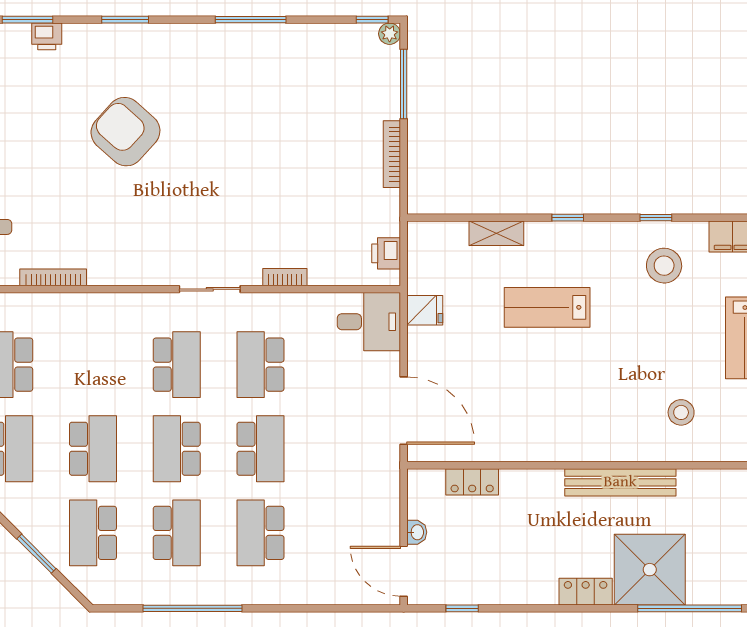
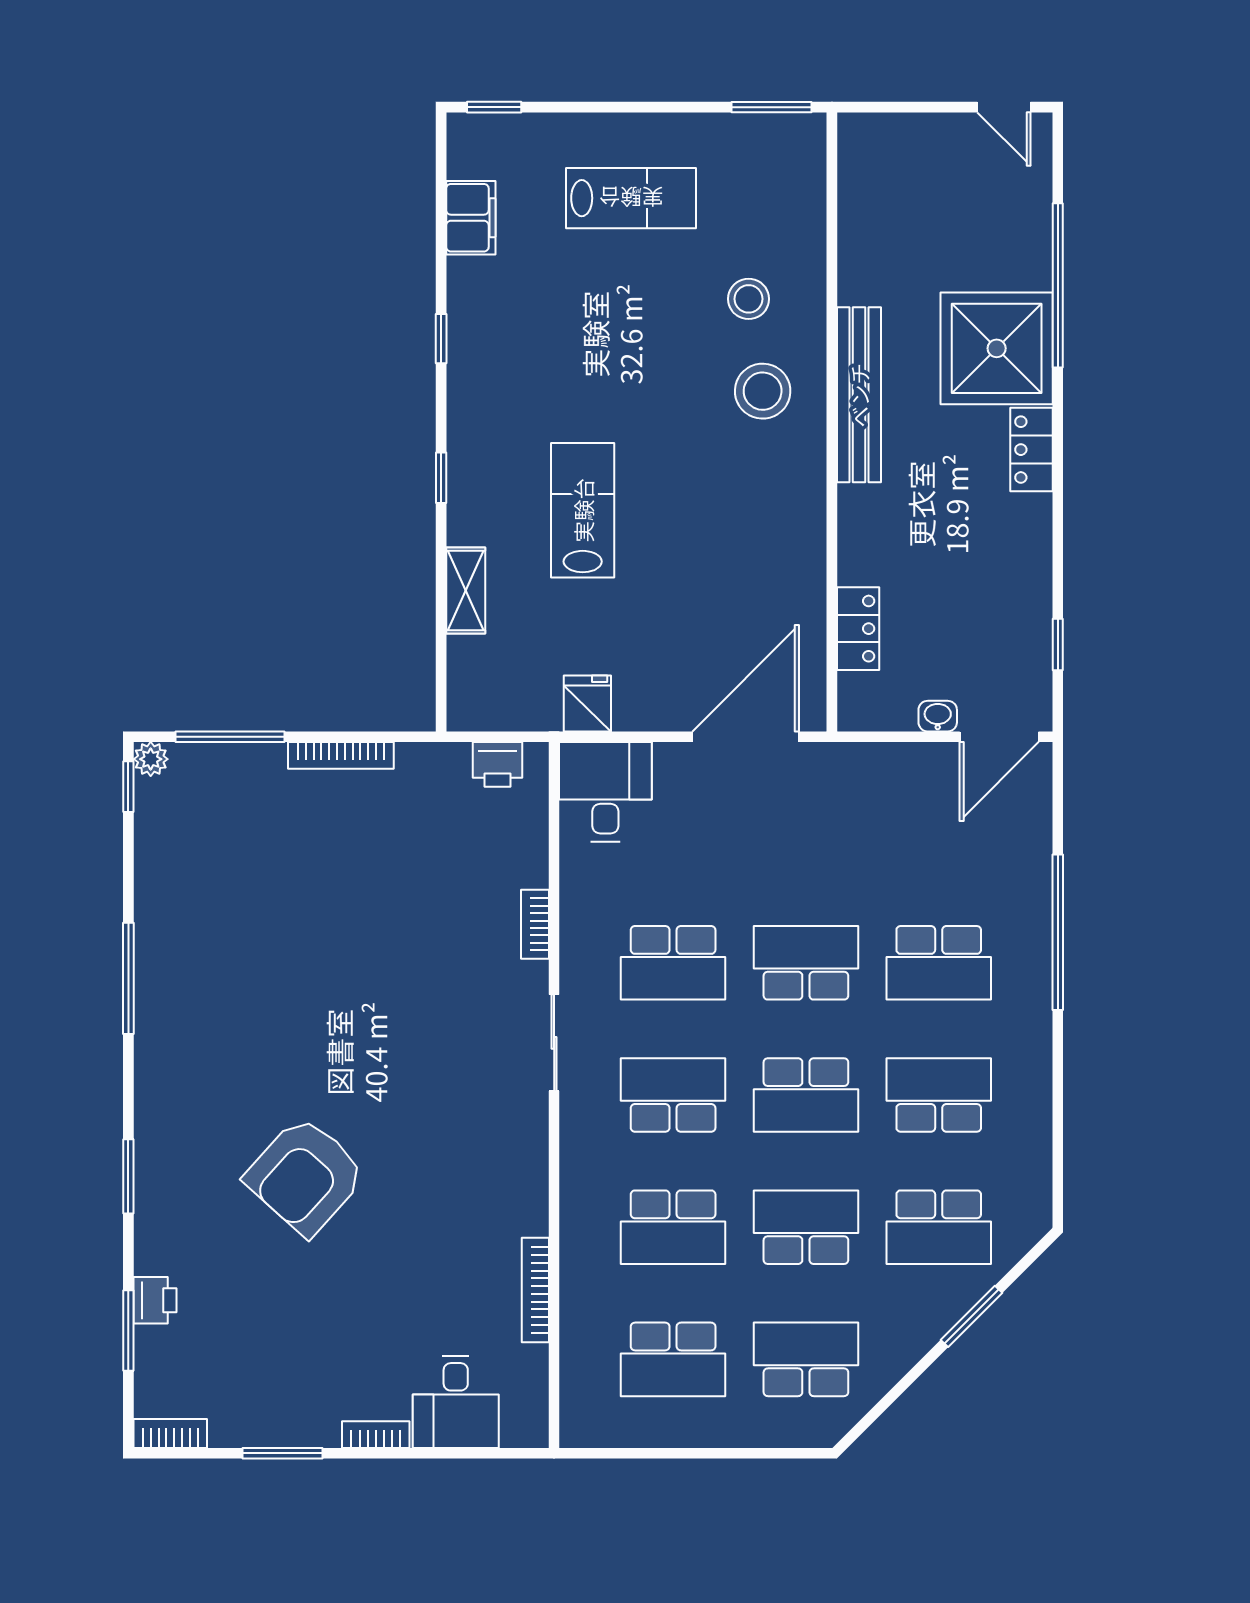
stool: (664, 266) -> (763, 391), moved
lab bench: (547, 307) -> (583, 510), turned 180
school desk: (93, 365) -> (673, 1227), added
window: (192, 608) -> (1058, 932), moved

